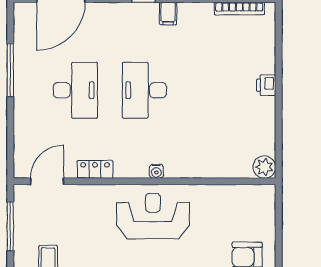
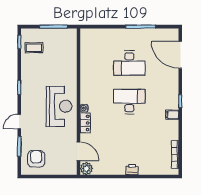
locker: (95, 169) -> (85, 123), moved
door: (47, 181) -> (78, 151), moved

